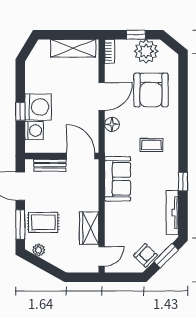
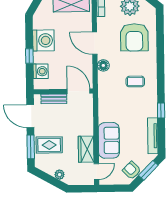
door: (102, 97) -> (95, 43), swing flipped
washing machine: (38, 107) -> (43, 40), moved
sofa: (118, 179) -> (109, 140), moved
plant: (39, 250) -> (60, 175), moved
armchair: (145, 255) -> (132, 170), turned -88

